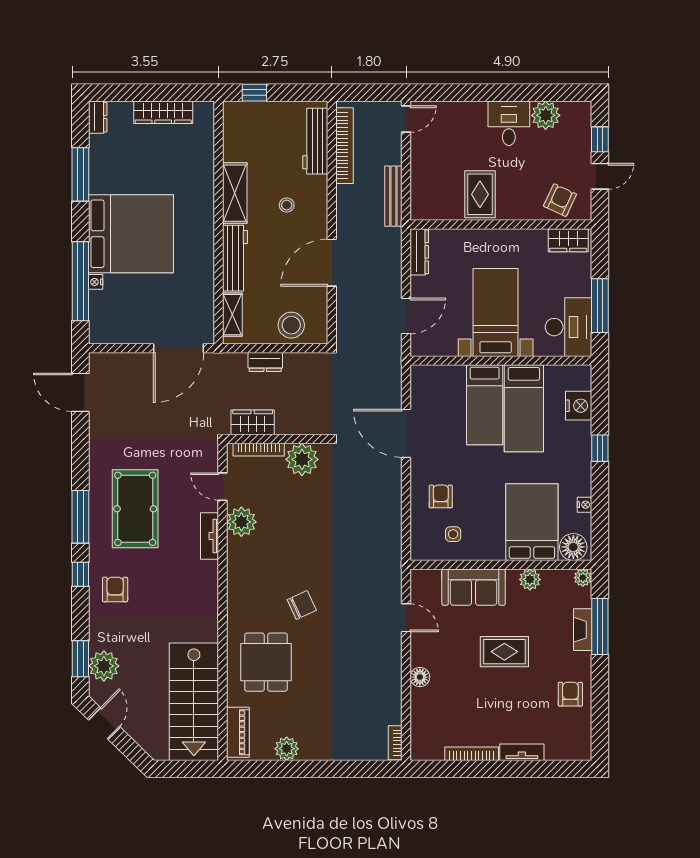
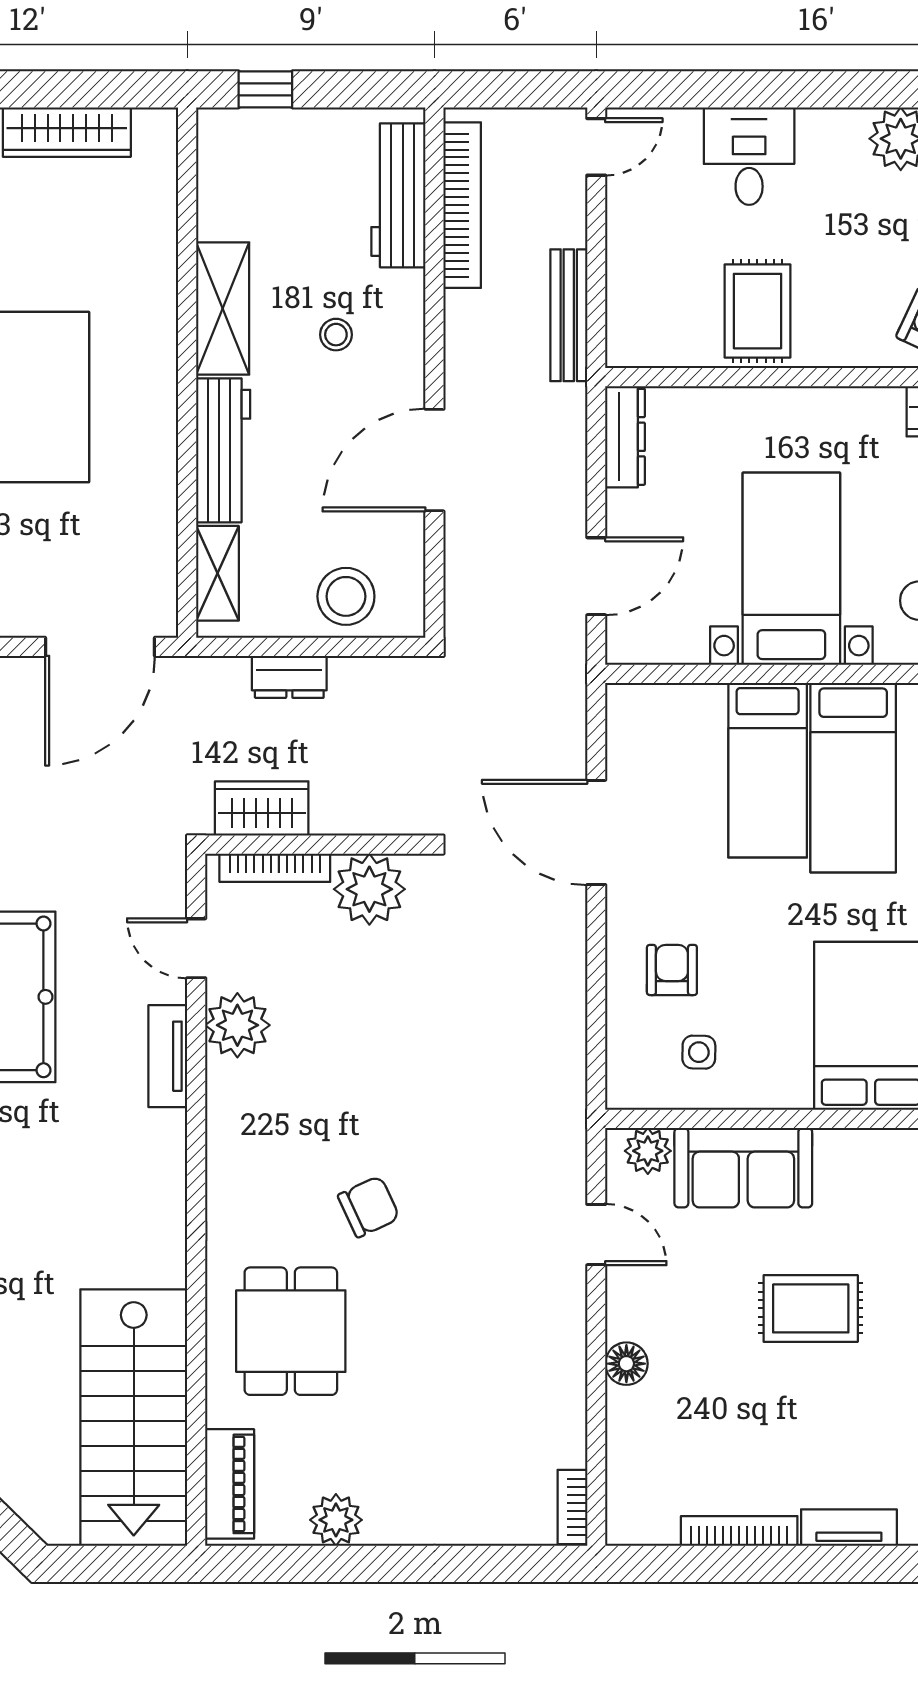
desk: (509, 123) -> (749, 156), moved
plant: (530, 579) -> (648, 1151), moved

